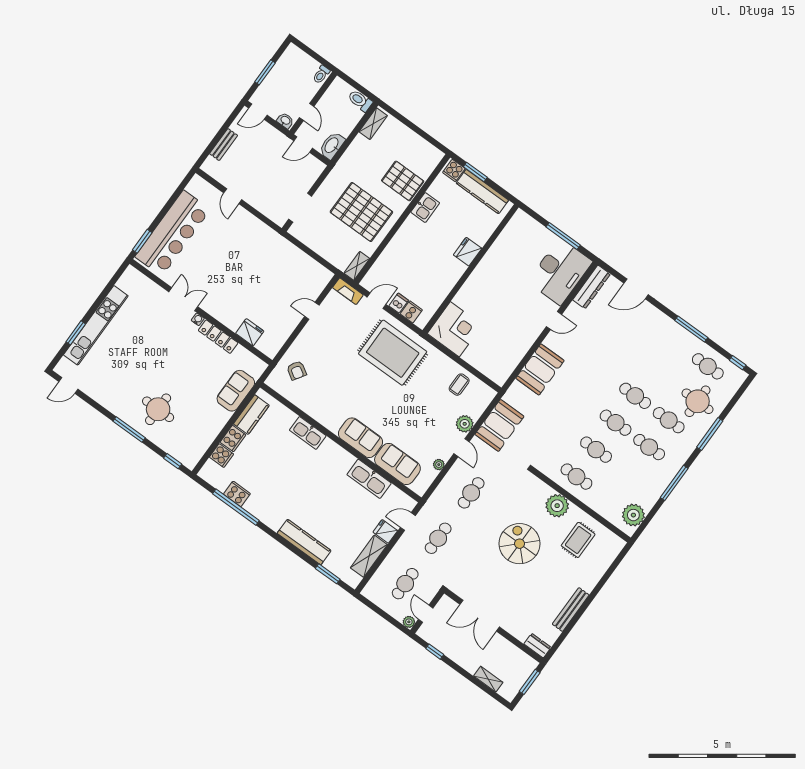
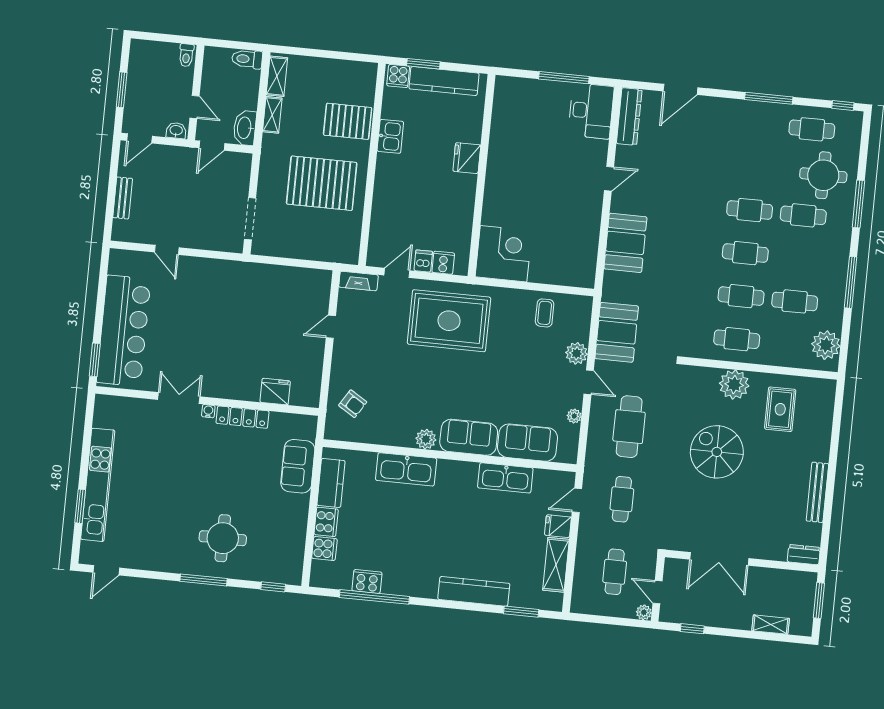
shelving: (357, 266) -> (272, 115), moved
desk: (560, 272) -> (591, 111), width x0.73, depth x0.77
plant: (331, 422) -> (426, 439), added
kitchen sink: (308, 433) -> (406, 469), width x1.36, depth x1.24
cafe table: (649, 447) -> (795, 301), moved
cafe table: (471, 493) -> (629, 427), width x1.37, depth x1.35

